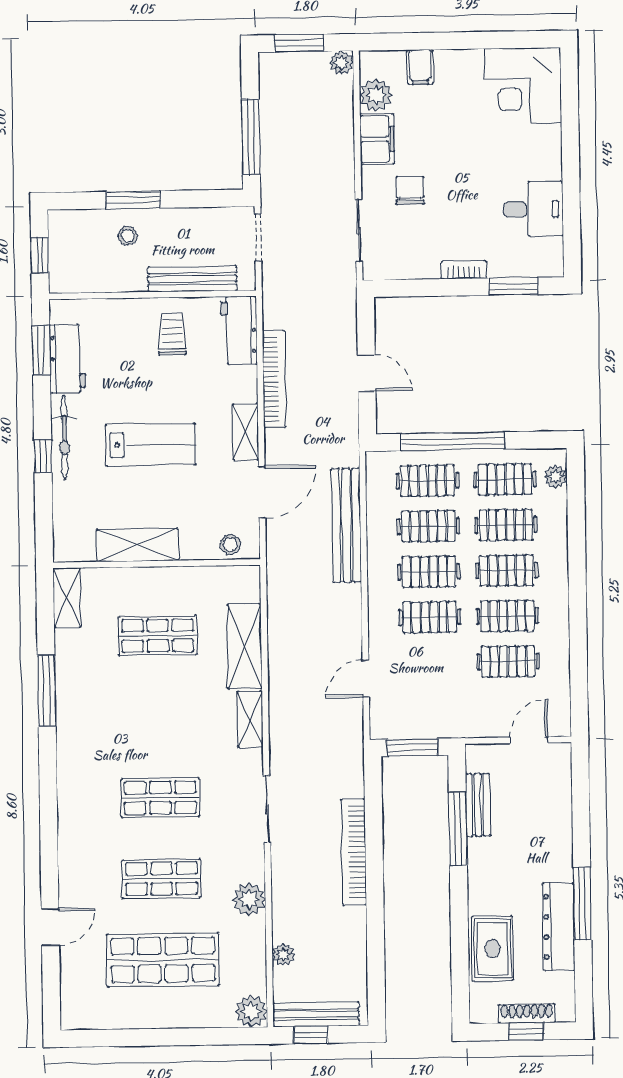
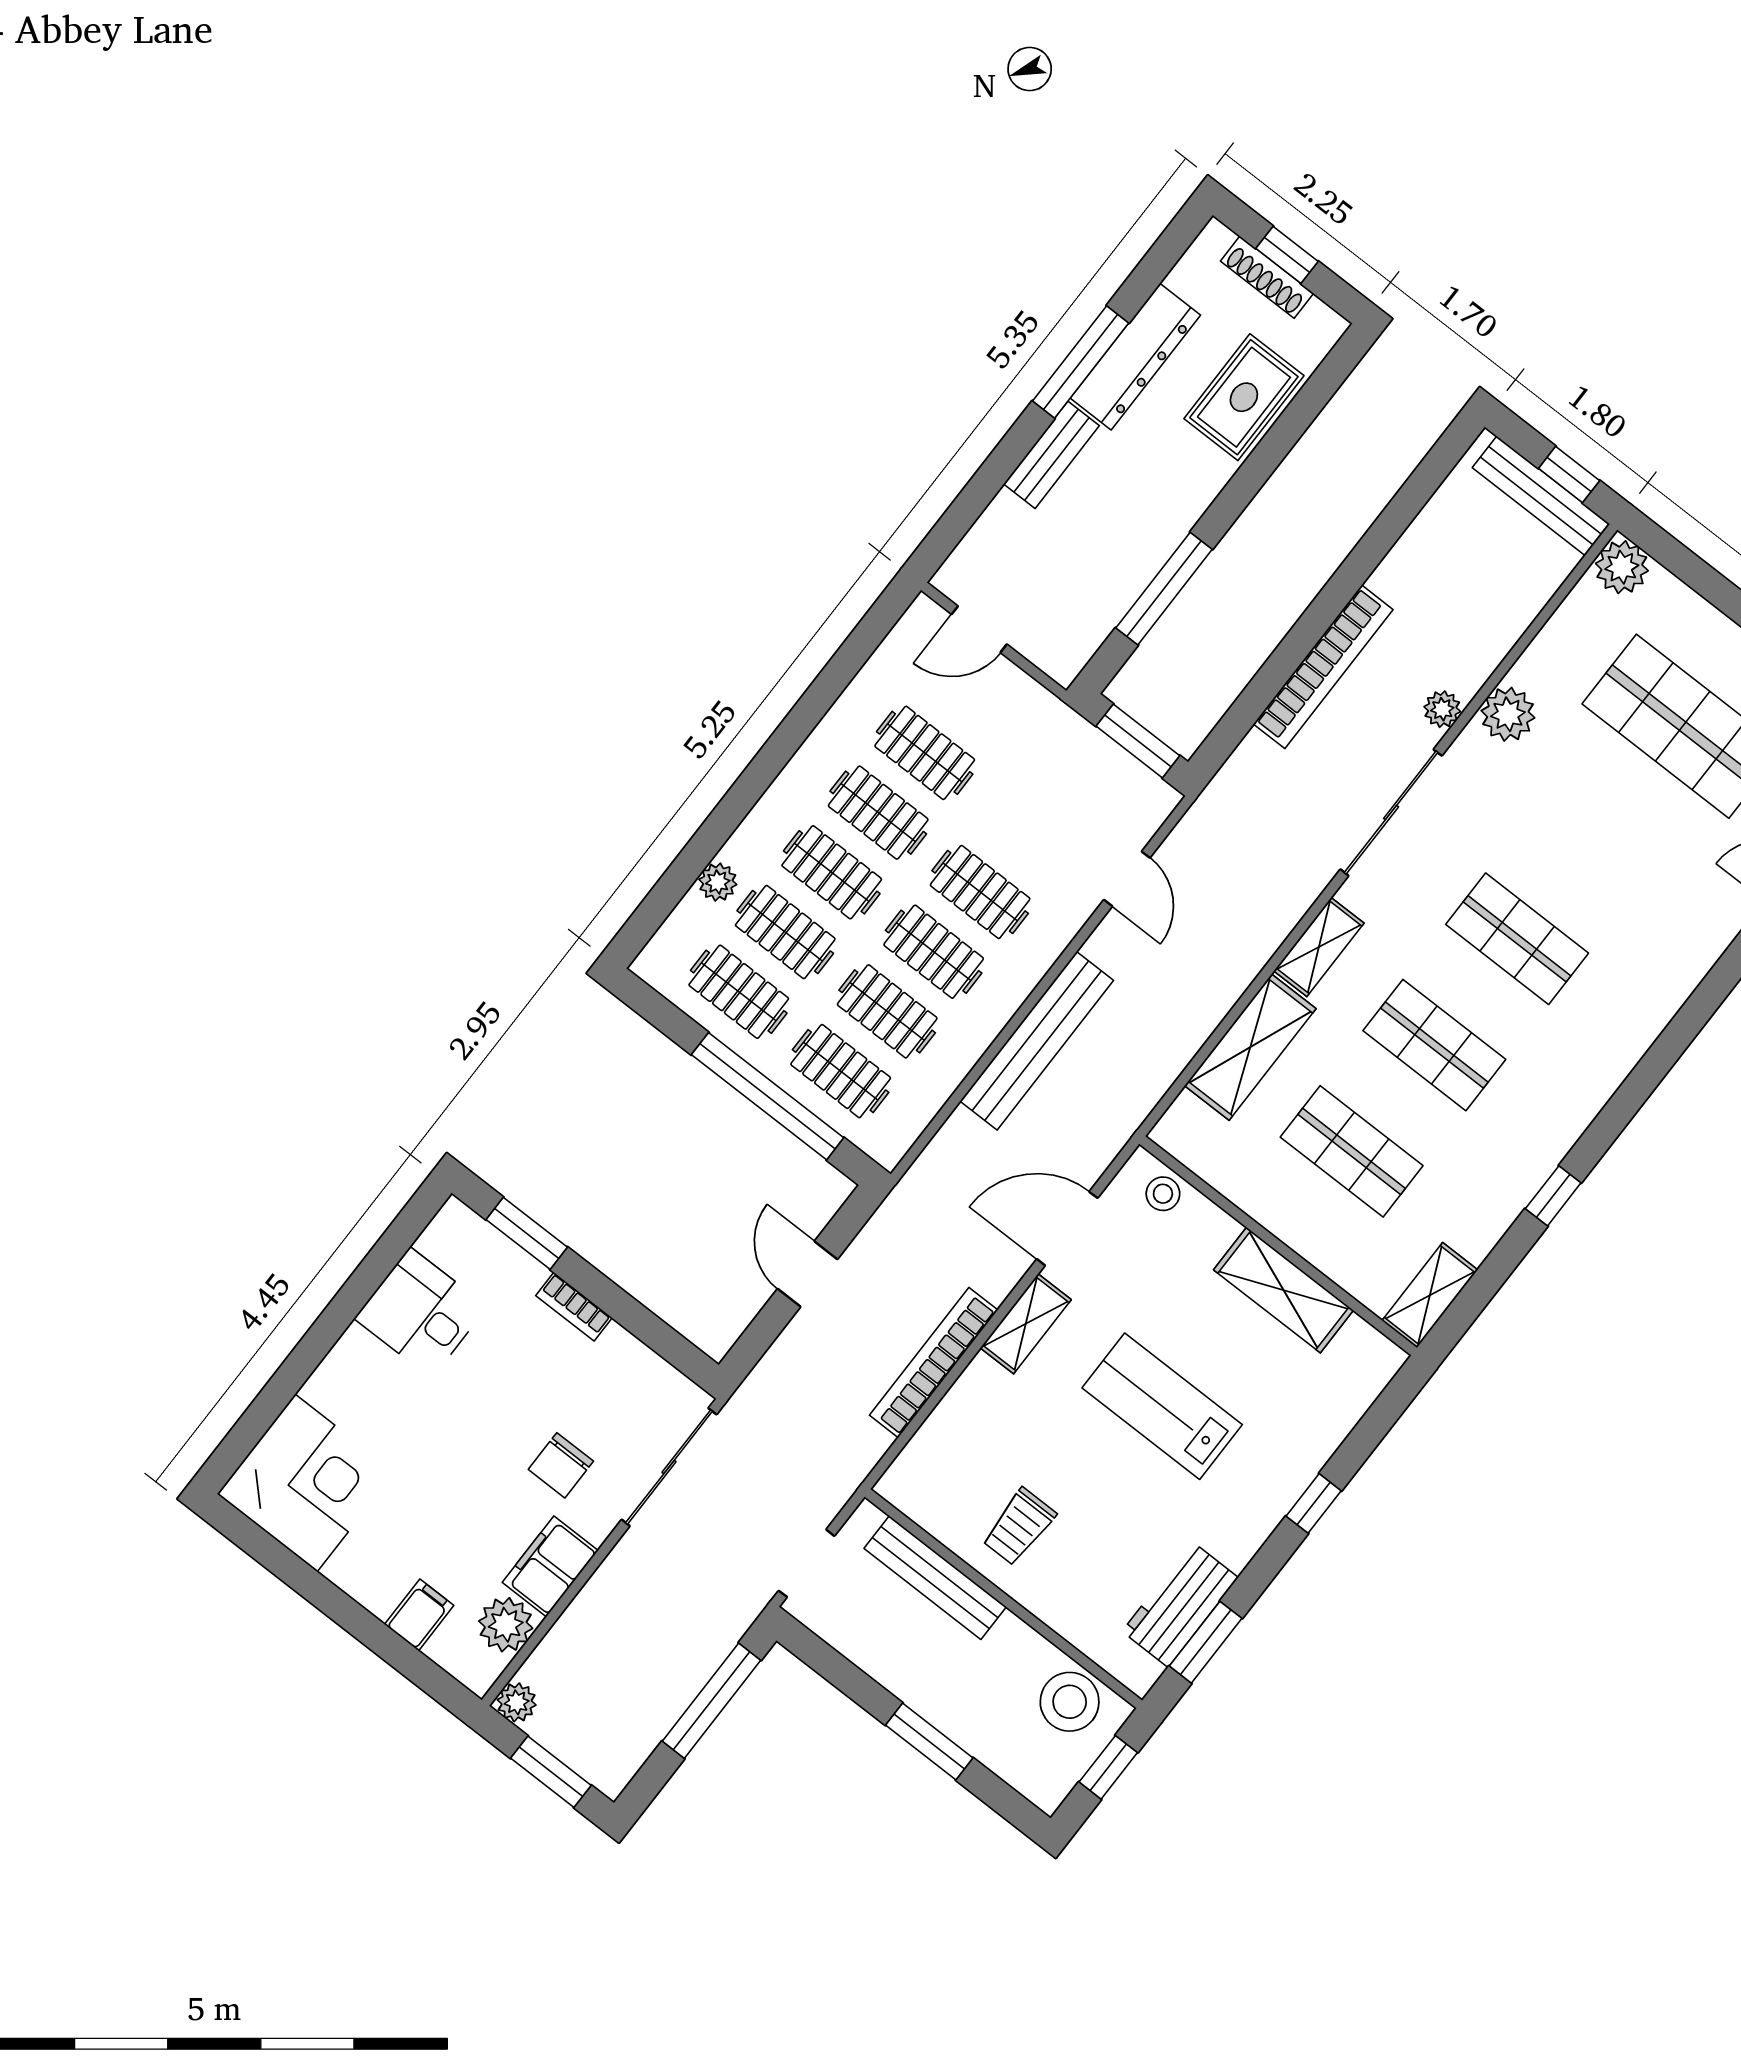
sliding door: (359, 230) -> (669, 1467), width x1.37
stool: (128, 236) -> (1070, 1702), moved, width x1.89, depth x1.89
workbench: (239, 330) -> (928, 1462), removed
bicycle: (64, 438) -> (1266, 1505), removed
plant: (556, 477) -> (718, 882), moved
bench: (346, 525) -> (1037, 1041), moved
door: (366, 679) -> (1127, 879), hinge flipped
window: (47, 691) -> (1553, 1196), width x0.46
bench: (478, 805) -> (1051, 455), moved
sliding door: (267, 809) -> (1391, 813), width x1.37
shop shelf: (162, 879) -> (1434, 1045), moved
plant: (283, 955) -> (1442, 709), moved

